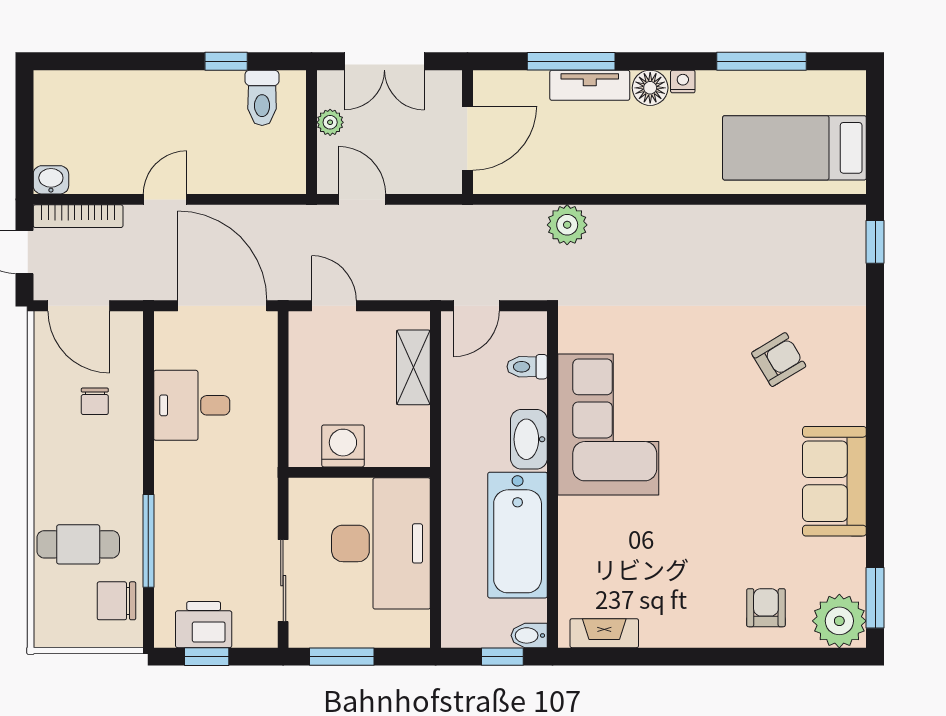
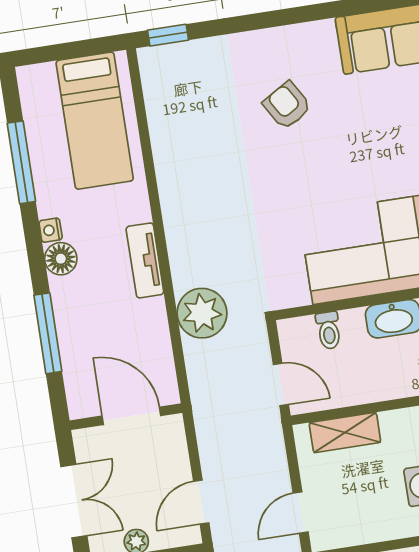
tv unit: (590, 85) -> (145, 260), moved, turned 180
plant: (567, 225) -> (202, 313), width x1.36, depth x1.36

